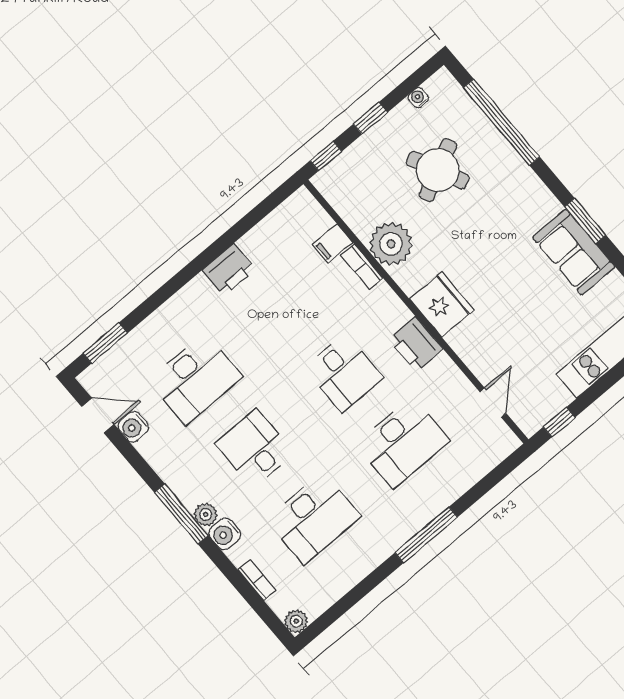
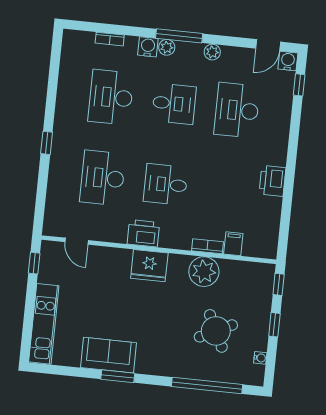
window: (105, 343) -> (299, 85), width x0.67
water cooler: (133, 427) -> (288, 61), moved
window: (426, 535) -> (47, 143), width x0.46
plant: (296, 621) -> (212, 52), moved

